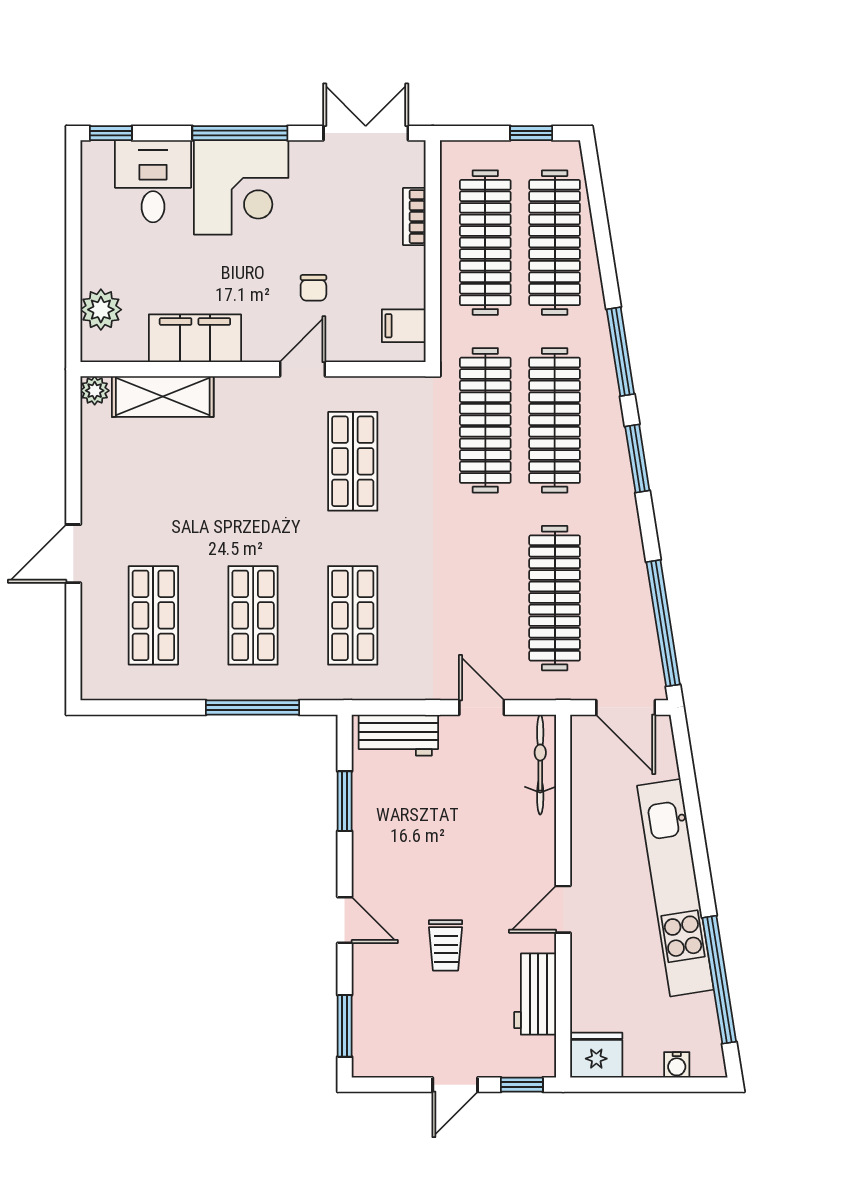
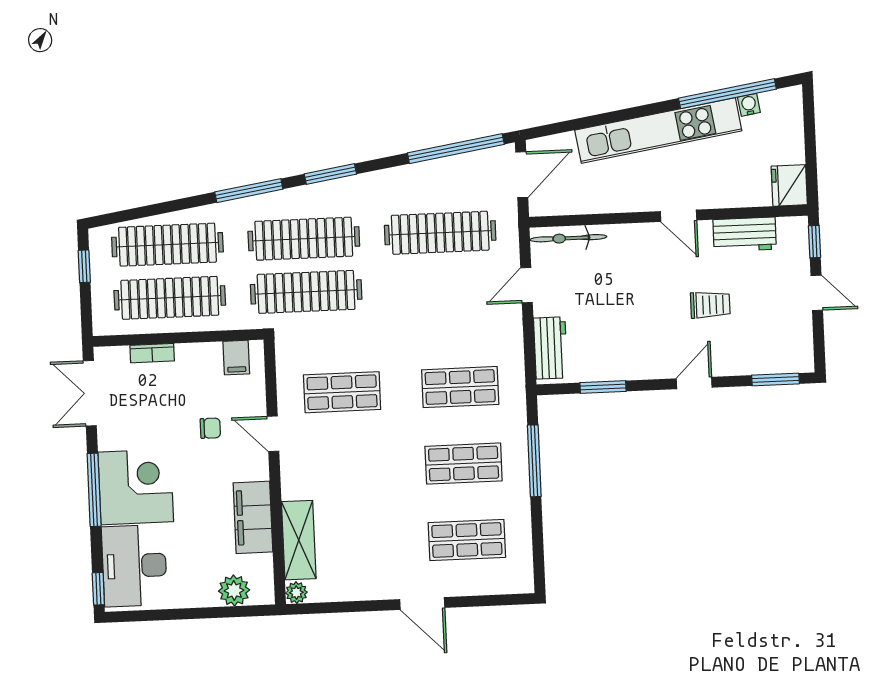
desk: (153, 181) -> (134, 566), width x1.37
water cooler: (677, 1065) -> (749, 105), moved, turned -99

